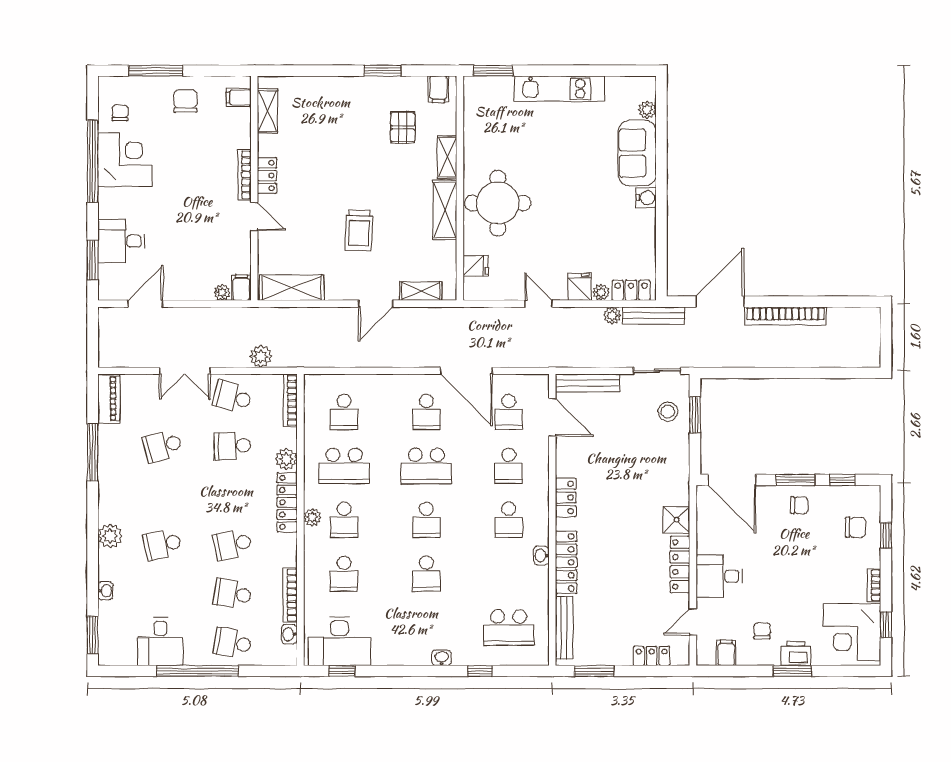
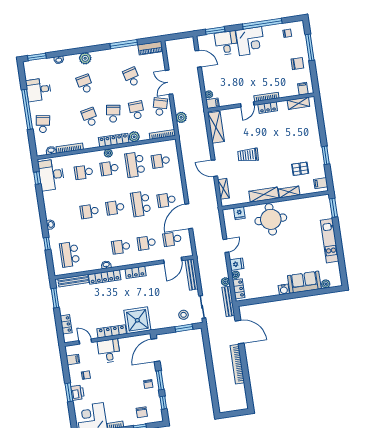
corner desk: (125, 160) -> (250, 41), moved
shower: (676, 520) -> (137, 320), width x1.86, depth x1.86
school desk: (232, 594) -> (113, 114), moved

